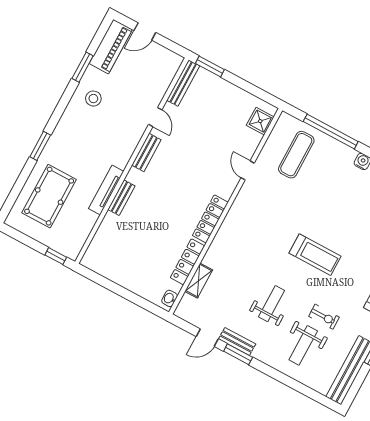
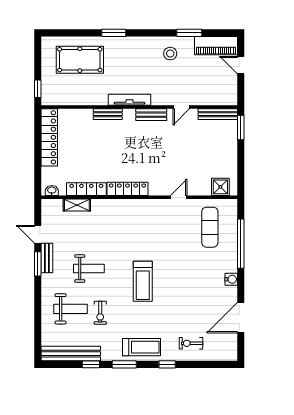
exercise mat: (296, 155) -> (210, 227), turned 90
tv unit: (106, 190) -> (130, 100), moved
locker: (113, 271) -> (49, 137), added
weight bench: (303, 345) -> (71, 309), turned 180

